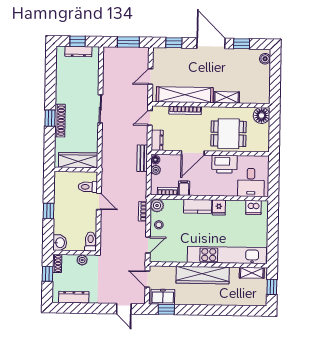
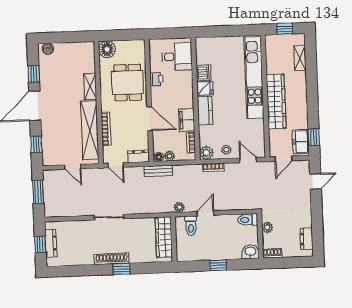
shoe rack: (60, 121) -> (112, 259), moved
printer: (224, 164) -> (156, 79), width x0.53, depth x0.68
plant: (106, 177) -> (179, 207), added
filing cabinet: (184, 188) -> (187, 120), width x2.00
dishwasher: (253, 207) -> (204, 73), moved
shelving: (252, 273) -> (300, 58), moved
window: (47, 274) -> (283, 263), removed
dresser: (74, 297) -> (306, 239), width x0.70

